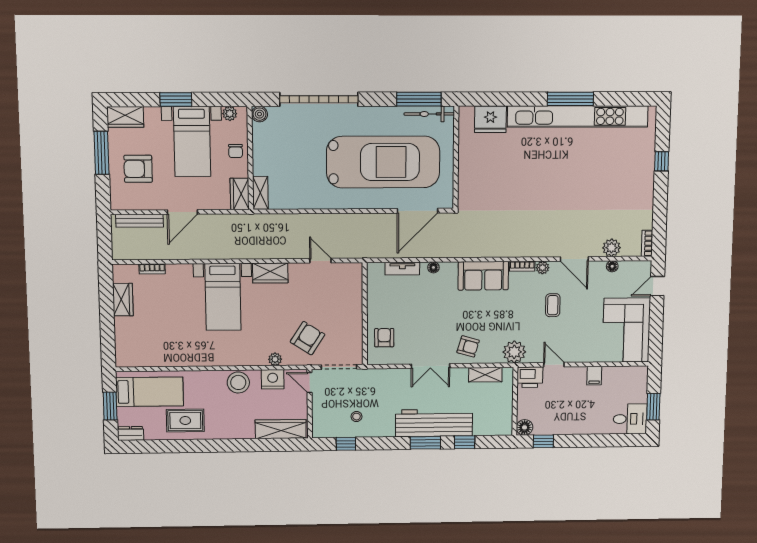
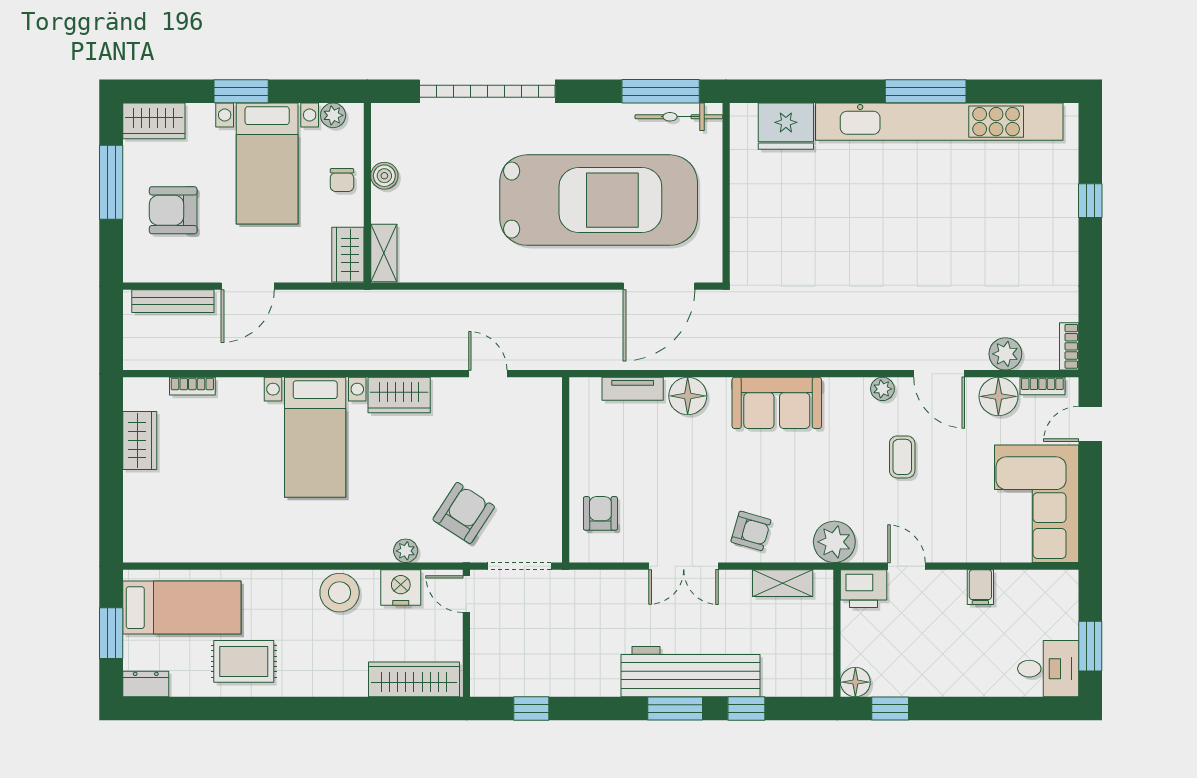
boiler: (259, 114) -> (384, 176), moved
bookcase: (522, 266) -> (1042, 386), moved
floor lamp: (612, 266) -> (998, 396), width x1.89, depth x1.89
floor lamp: (433, 267) -> (688, 396), width x1.89, depth x1.89
stool: (356, 417) -> (550, 658), removed

